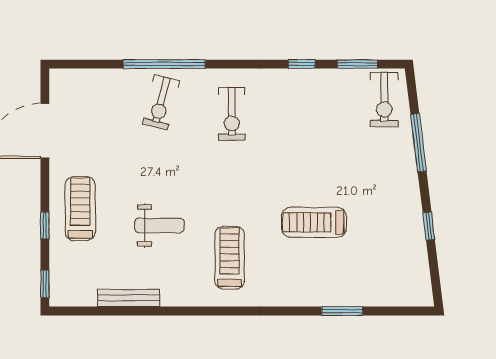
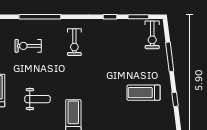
exercise bike: (161, 102) -> (28, 46), moved, turned 76
treadmill: (314, 222) -> (144, 93), moved

